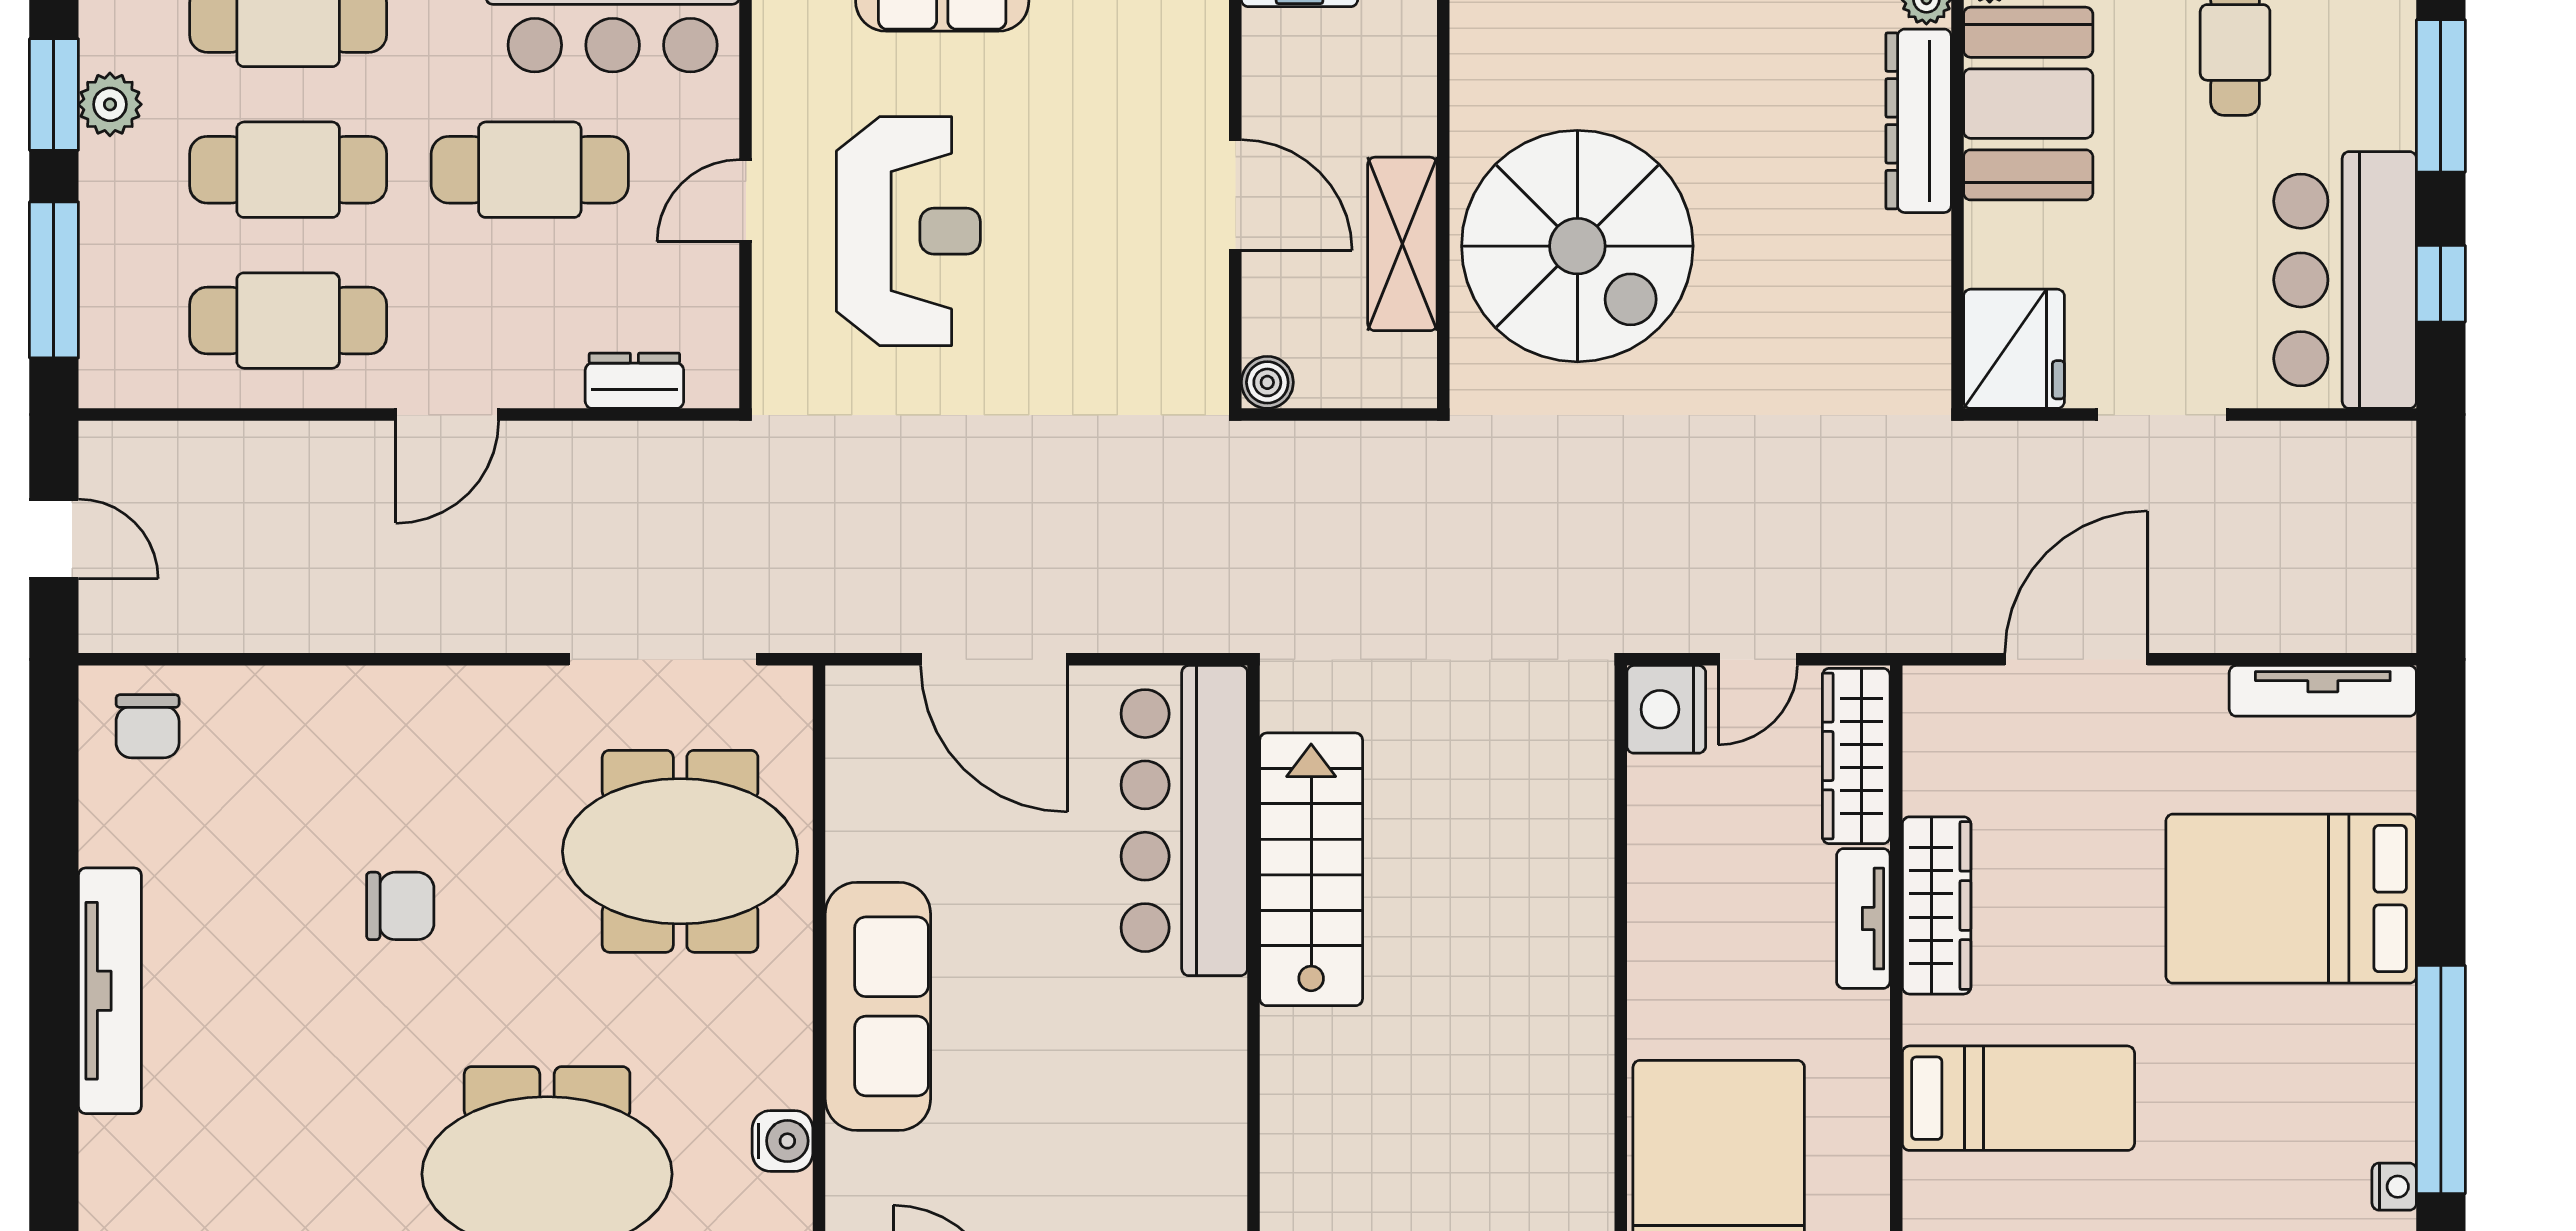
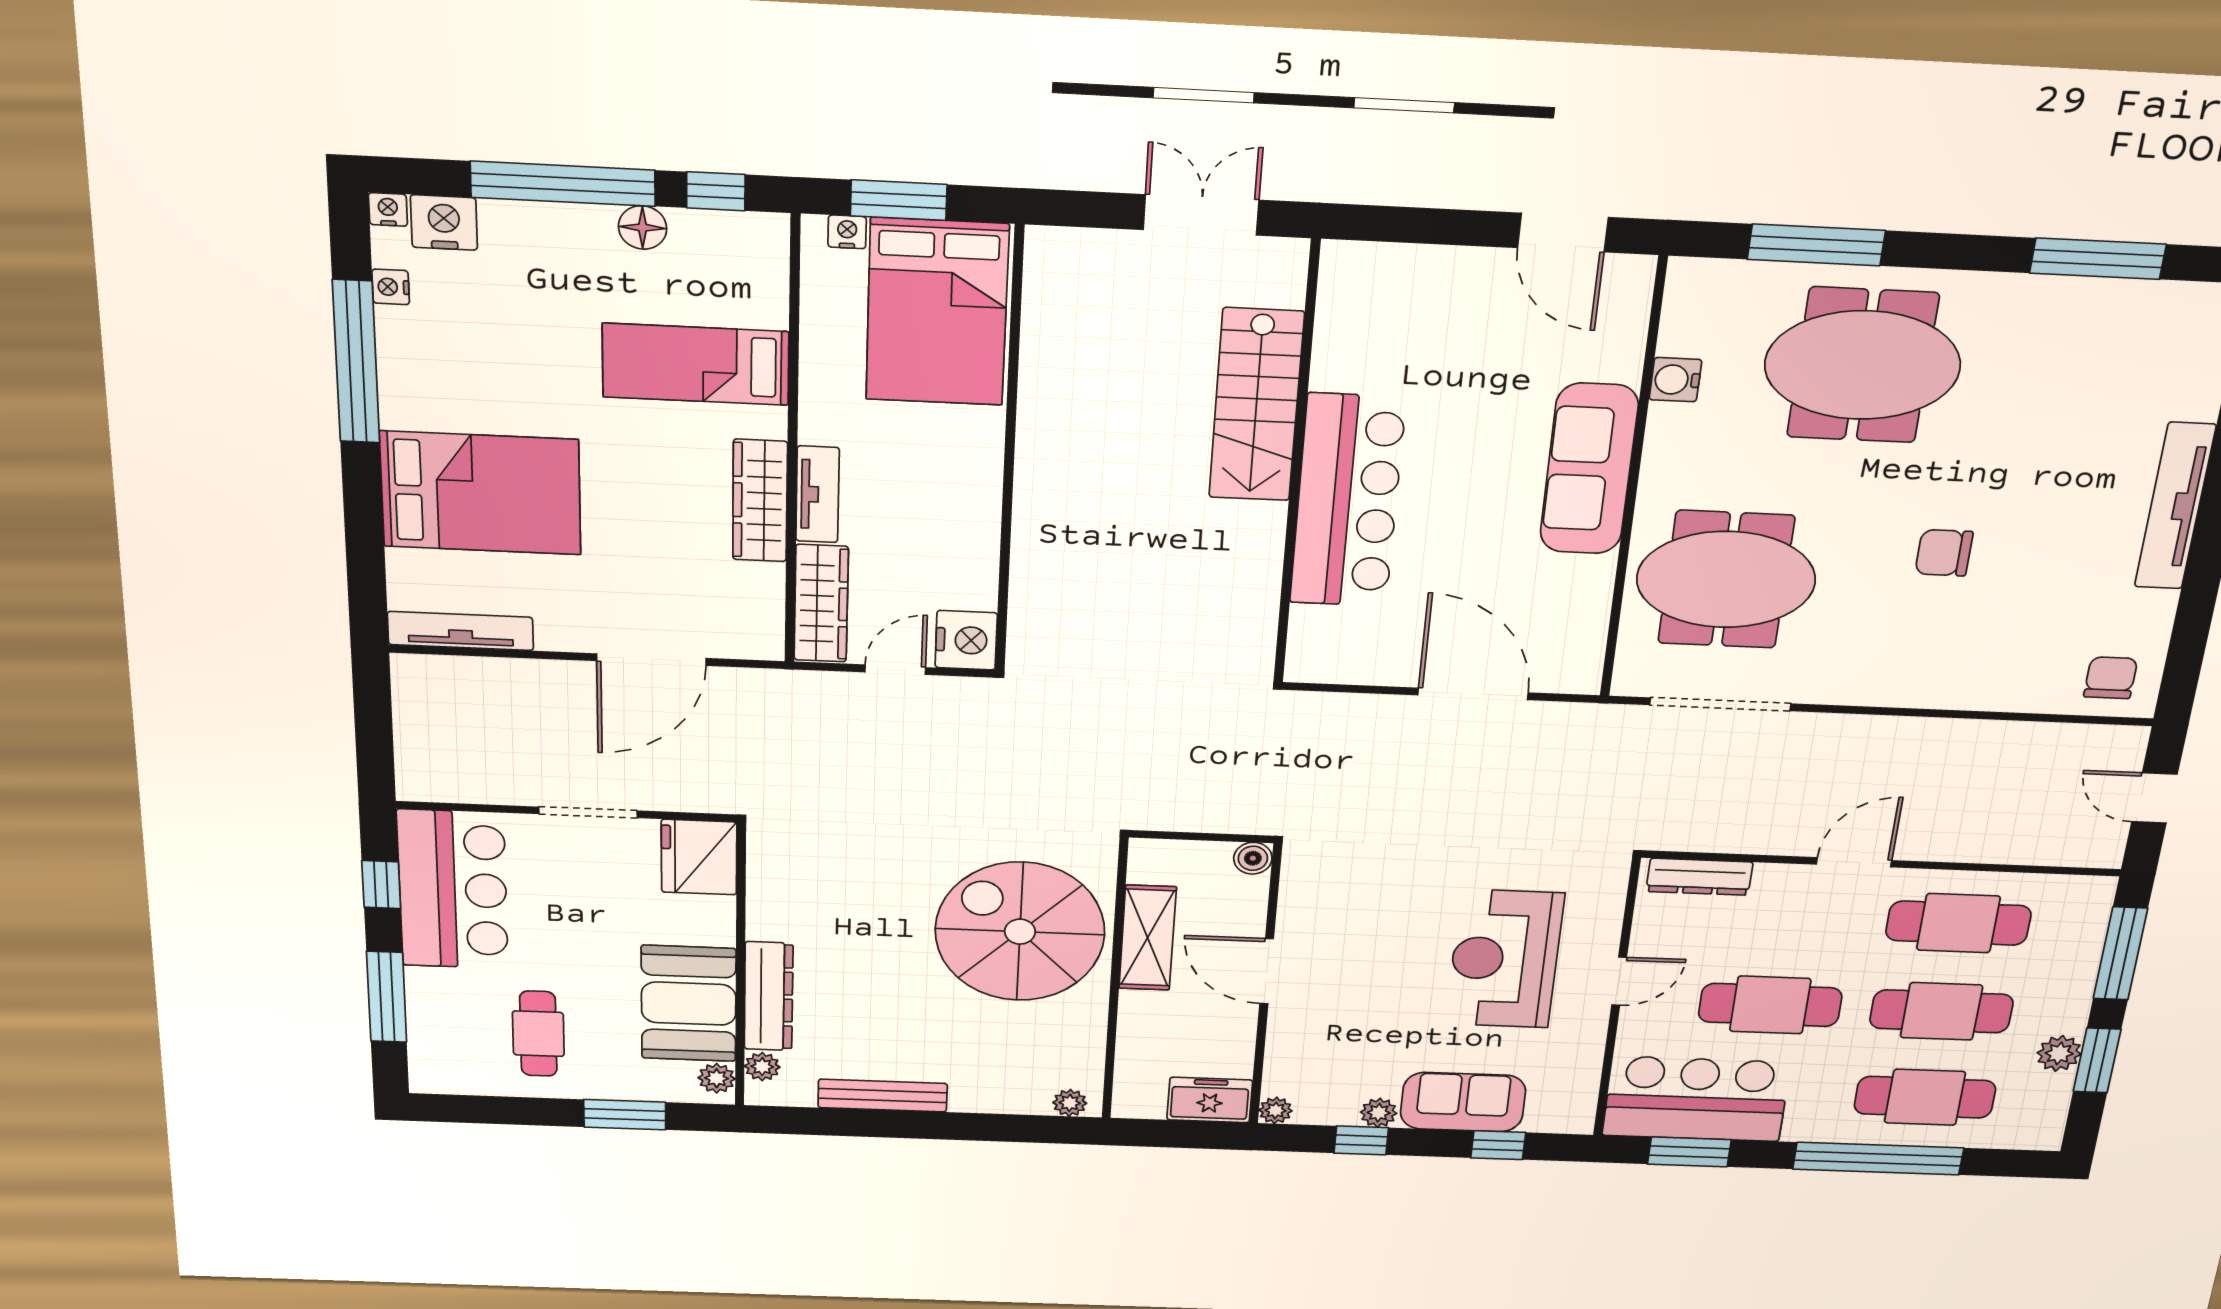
dresser: (634, 381) -> (1699, 877), width x1.44
bar counter: (1184, 821) -> (1347, 501), moved
stairs: (1311, 869) -> (1256, 405), moved

